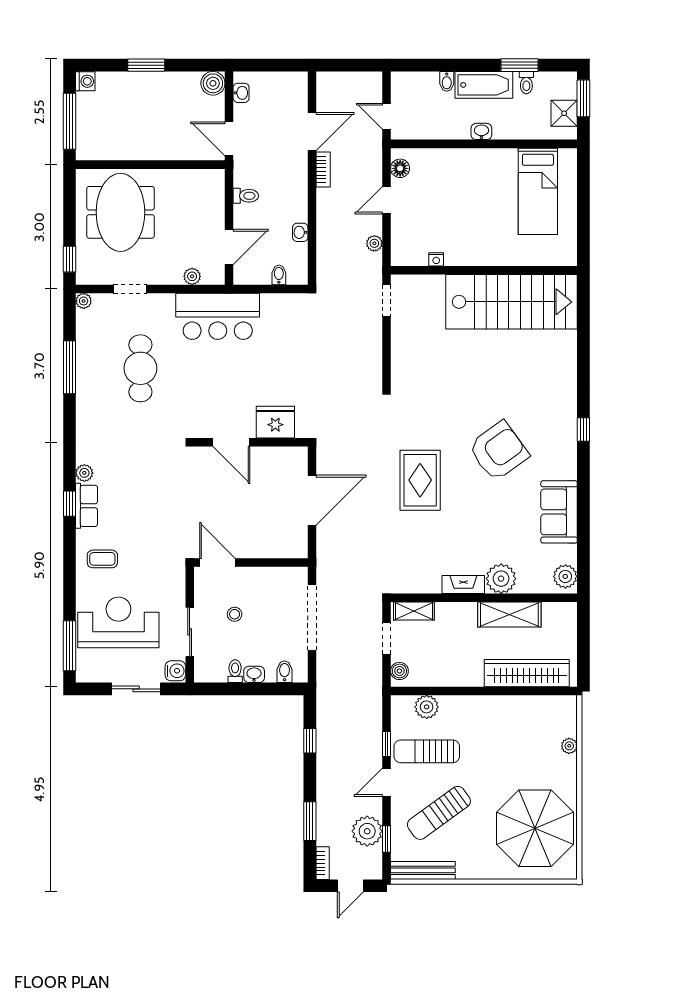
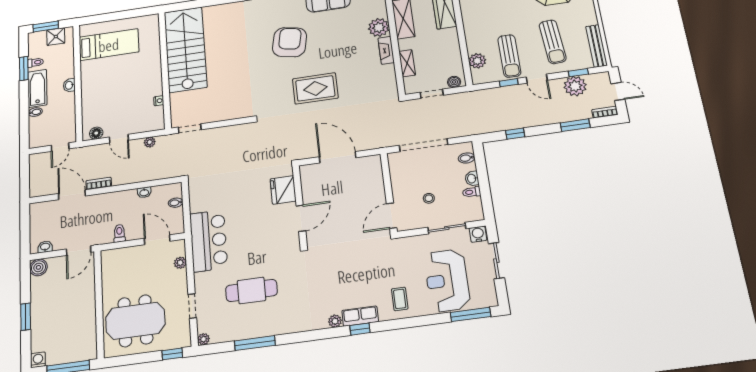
armchair: (499, 451) -> (290, 42), turned 47
shelving: (414, 611) -> (407, 63), moved
sun lounger: (439, 813) -> (553, 42), turned 32

